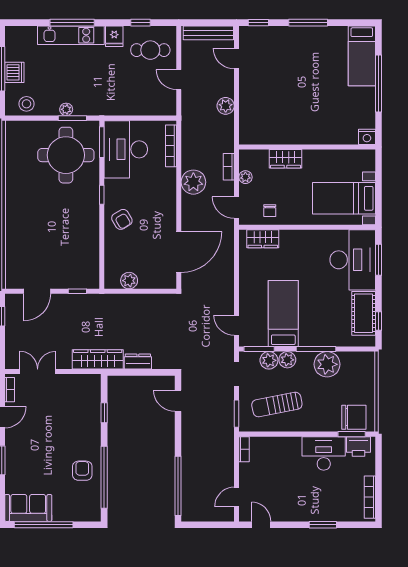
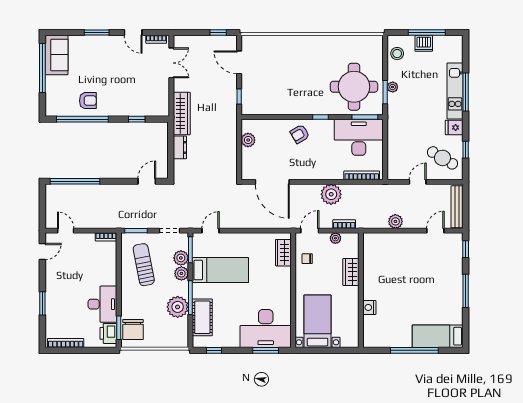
cafe table: (150, 50) -> (442, 158), turned -59
nightstand: (367, 137) -> (369, 307), moved
cot: (364, 313) -> (202, 317), moved, turned 90

